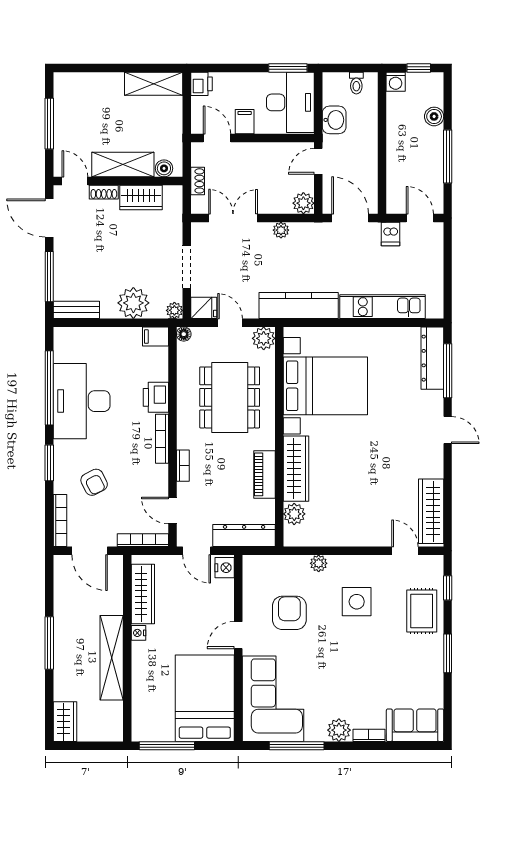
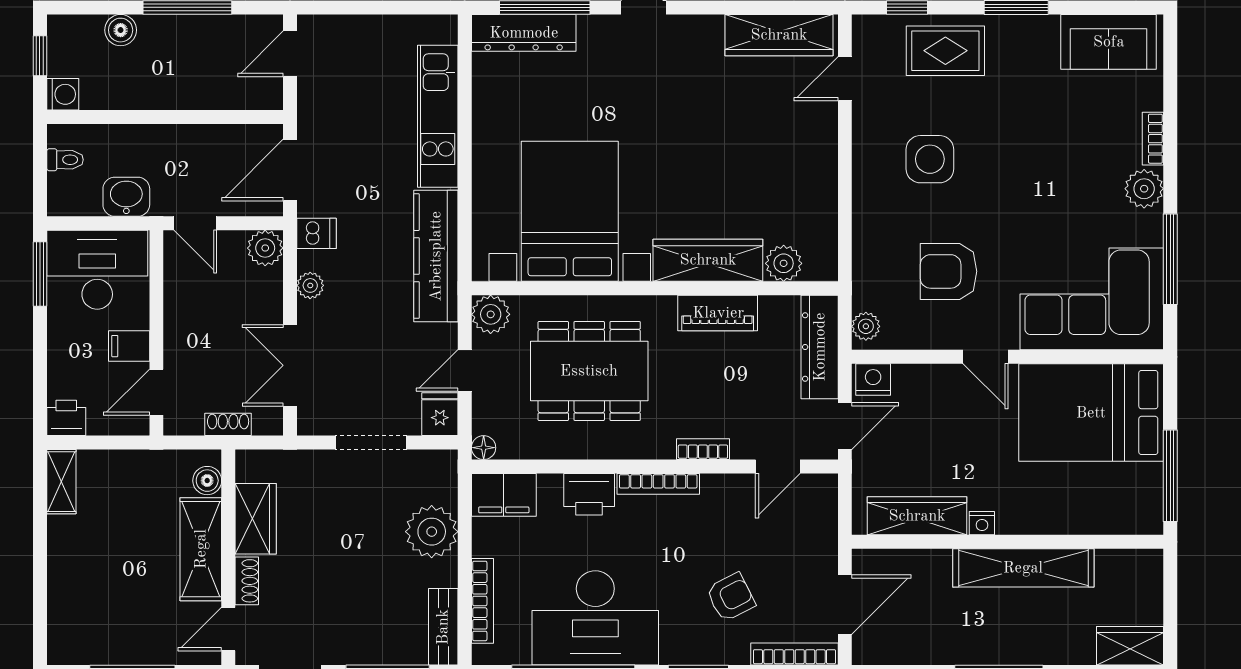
shelving: (154, 84) -> (61, 482), width x0.67, depth x0.75
dishwasher: (390, 234) -> (317, 233), moved
plant: (174, 310) -> (444, 463), removed
filing cabinet: (155, 337) -> (504, 495), width x2.00
bookcase: (143, 540) -> (482, 601), moved, turned 180
plant: (319, 563) -> (866, 326), moved
sofa: (415, 725) -> (1109, 42), moved, turned -90

